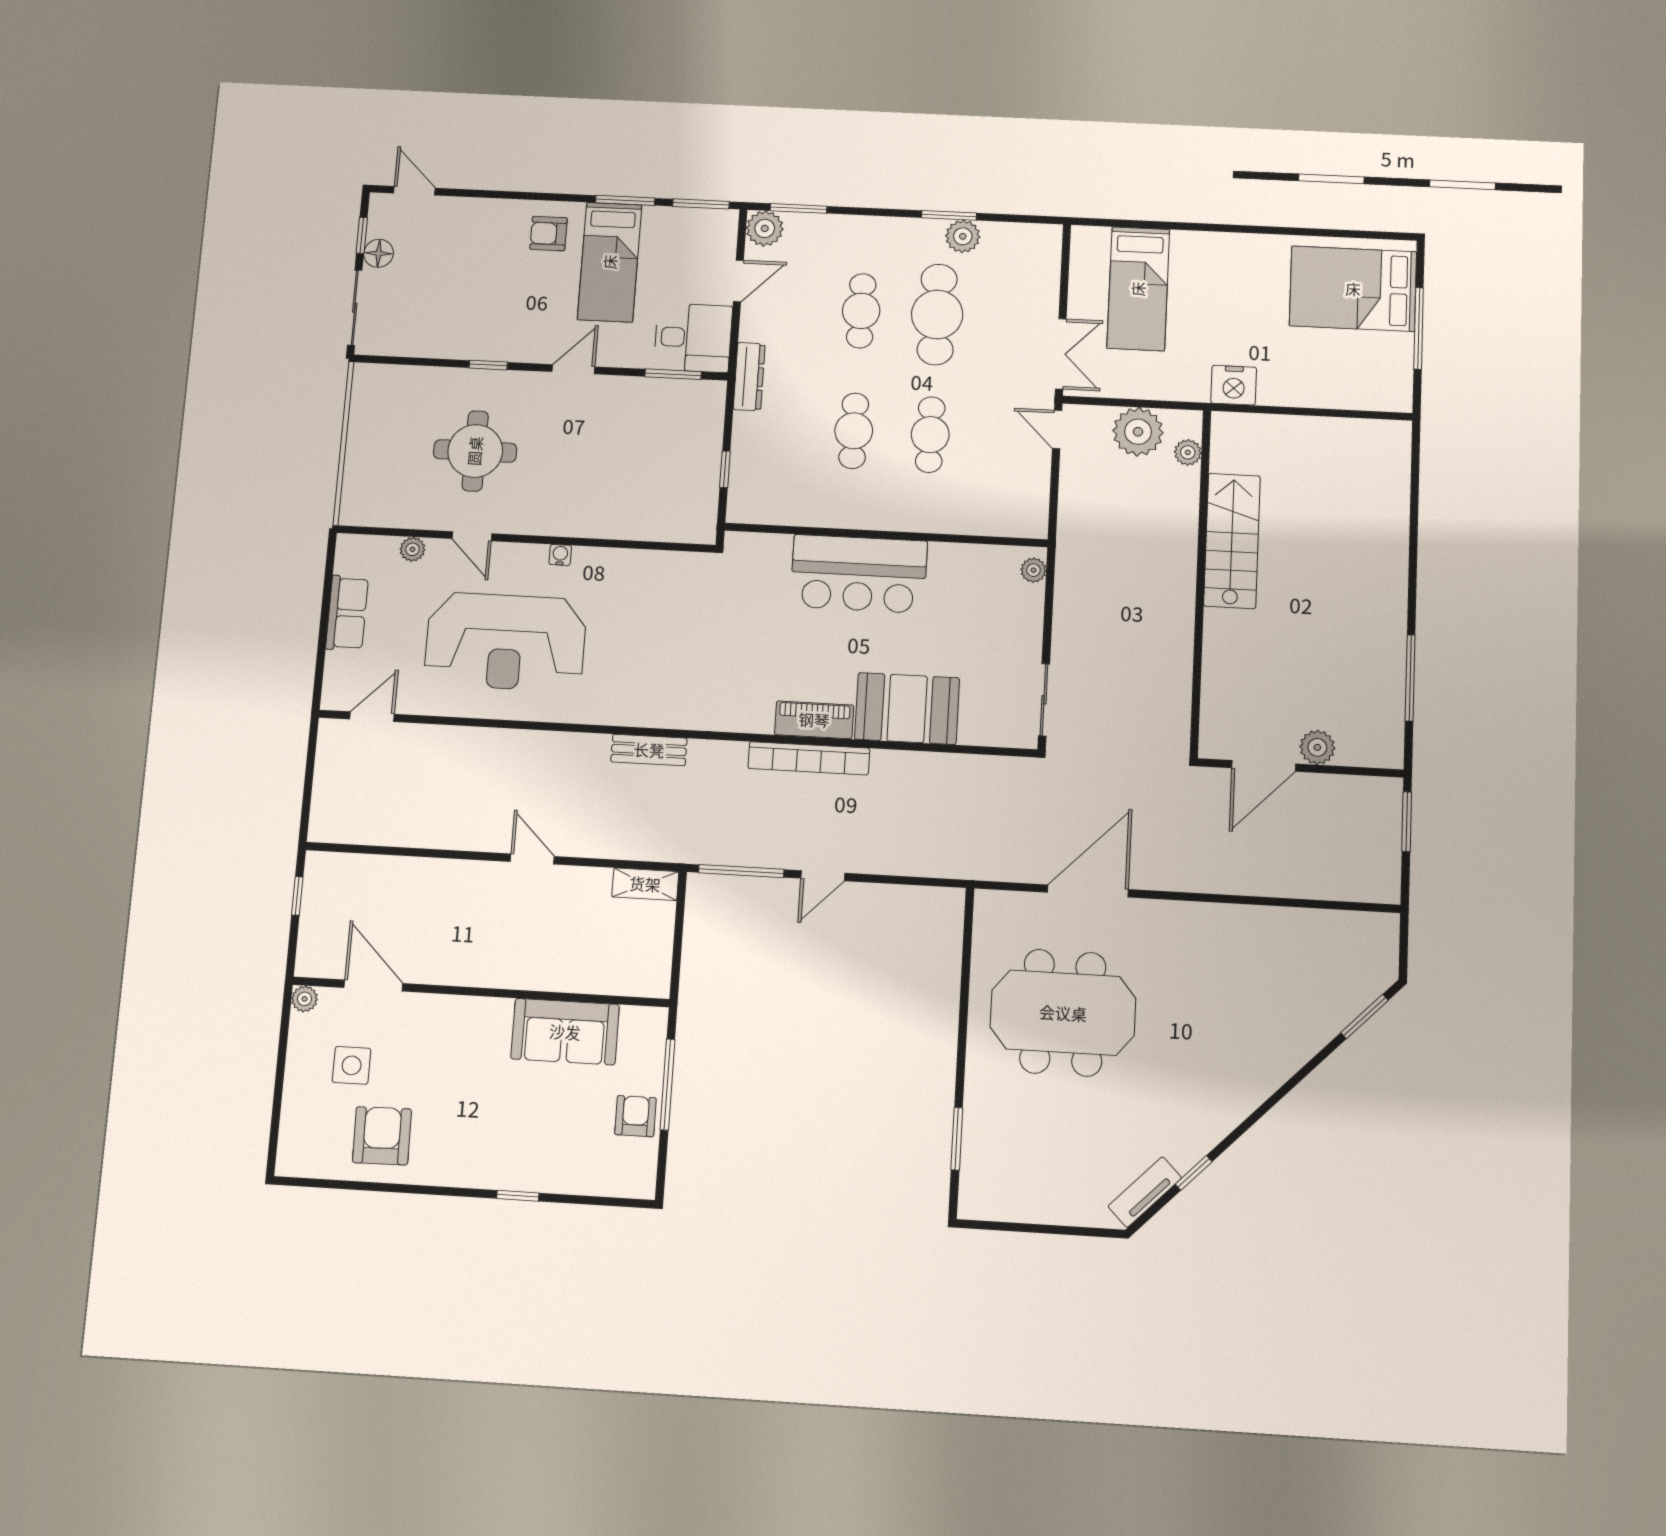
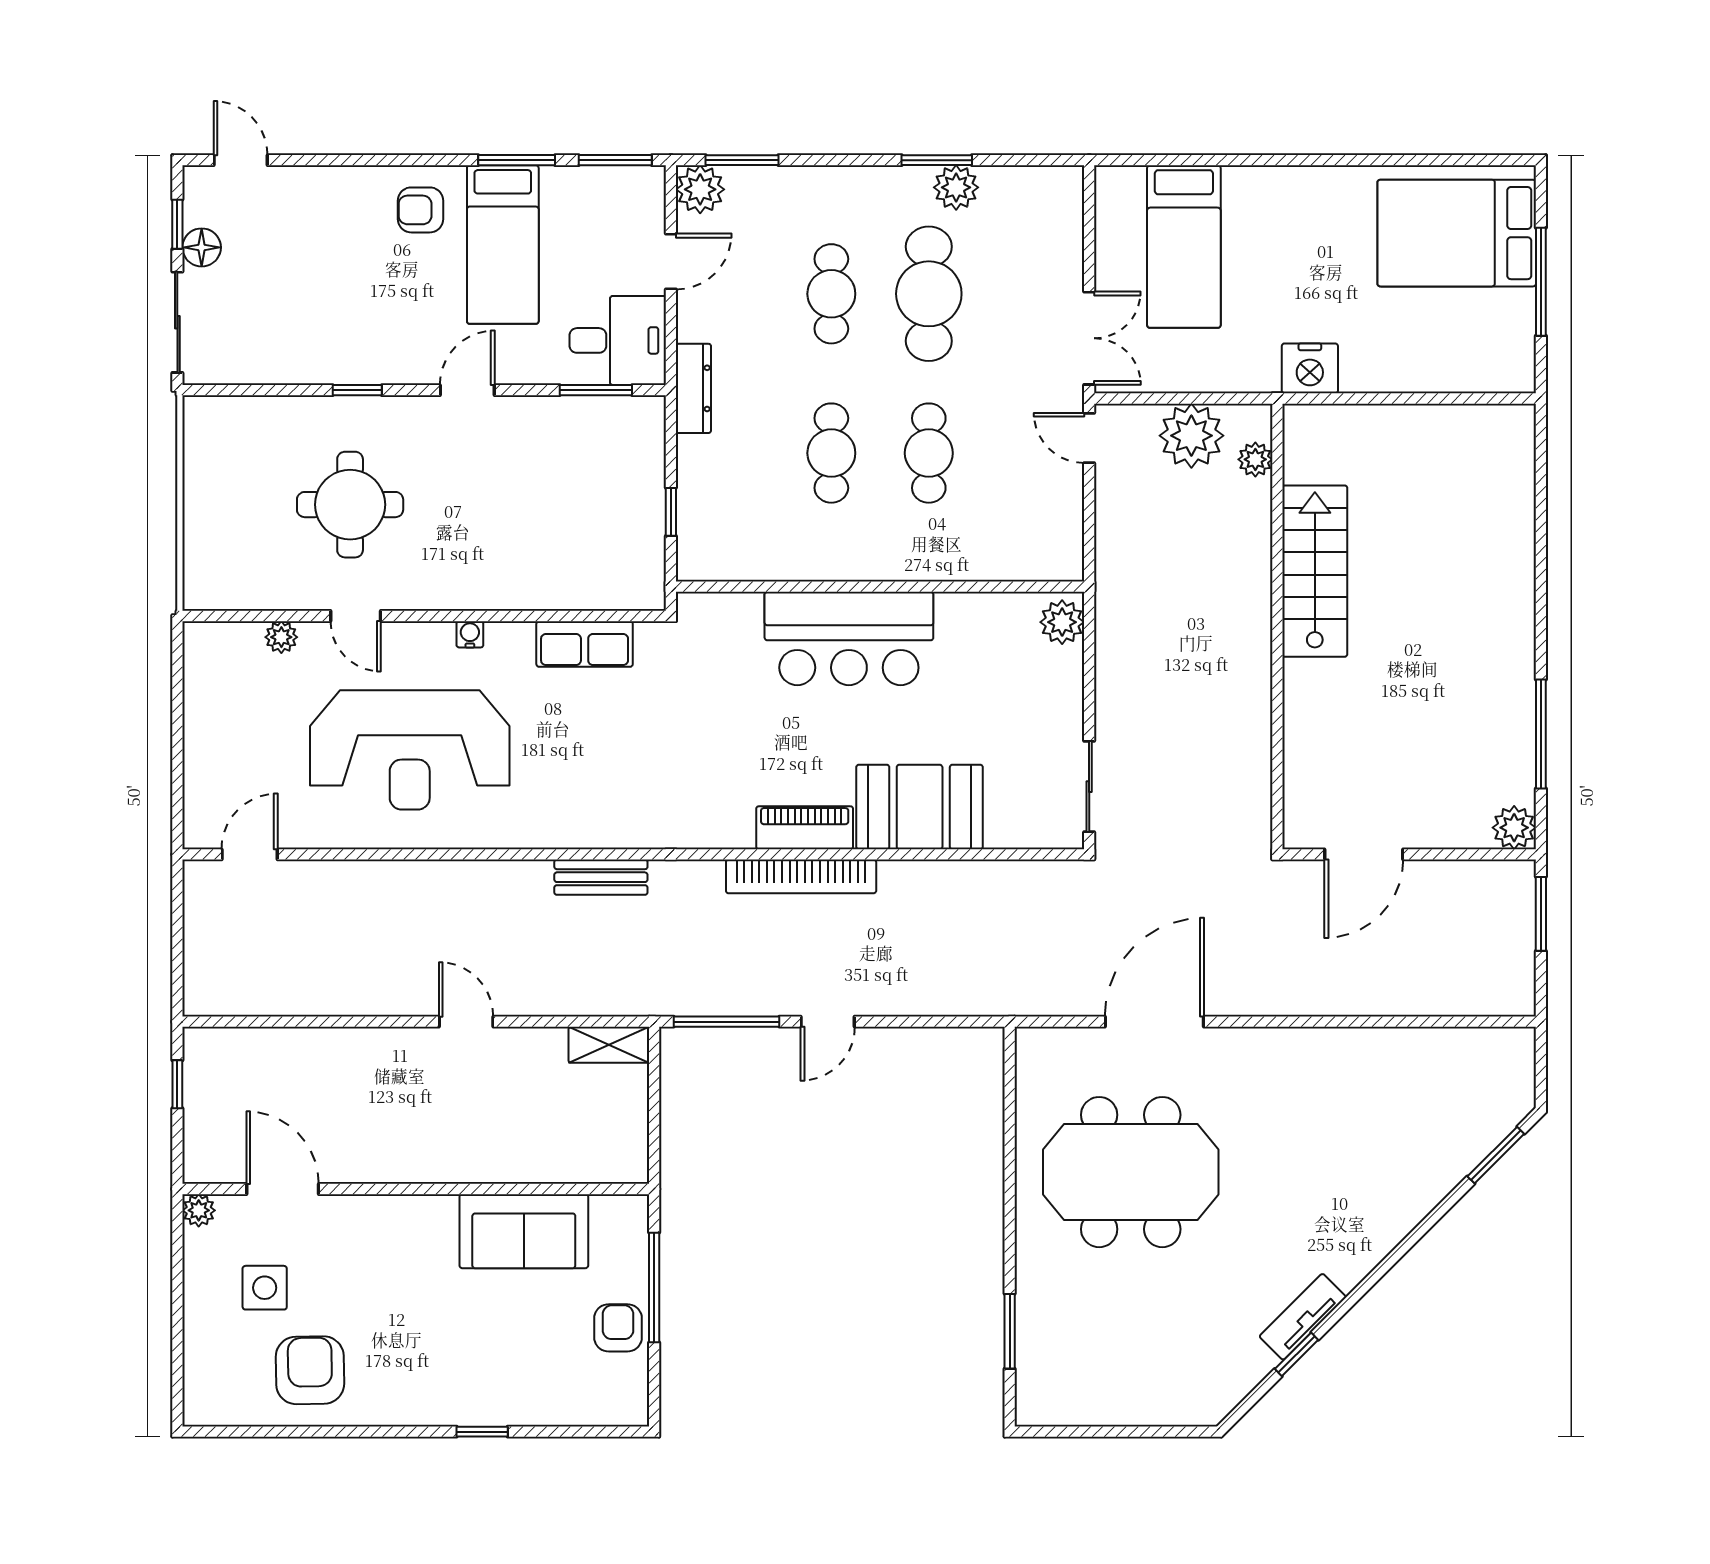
plant: (1033, 570) -> (1062, 622), width x1.38, depth x1.38
row of seats: (347, 613) -> (585, 644), moved, turned 90
plant: (1317, 747) -> (1514, 828), moved
tv unit: (1145, 1192) -> (1303, 1317), moved

